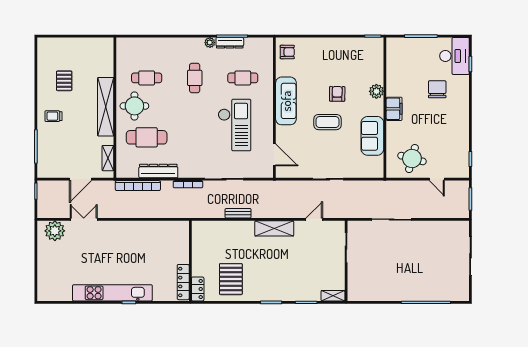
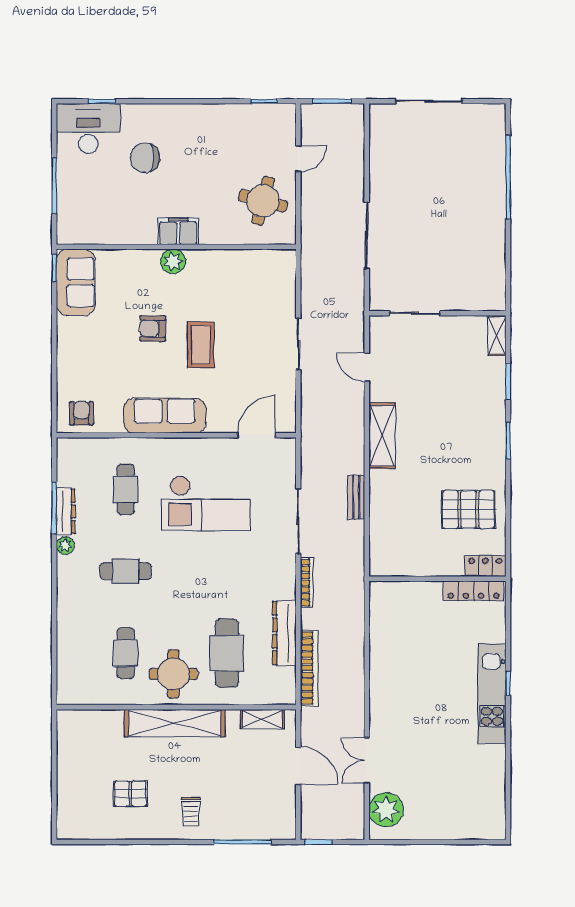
plant: (376, 91) -> (173, 261), moved
checkout: (235, 125) -> (206, 503), turned 180
sofa: (372, 136) -> (76, 282), moved, turned -90
kitchen unit: (112, 293) -> (492, 693), width x0.73

